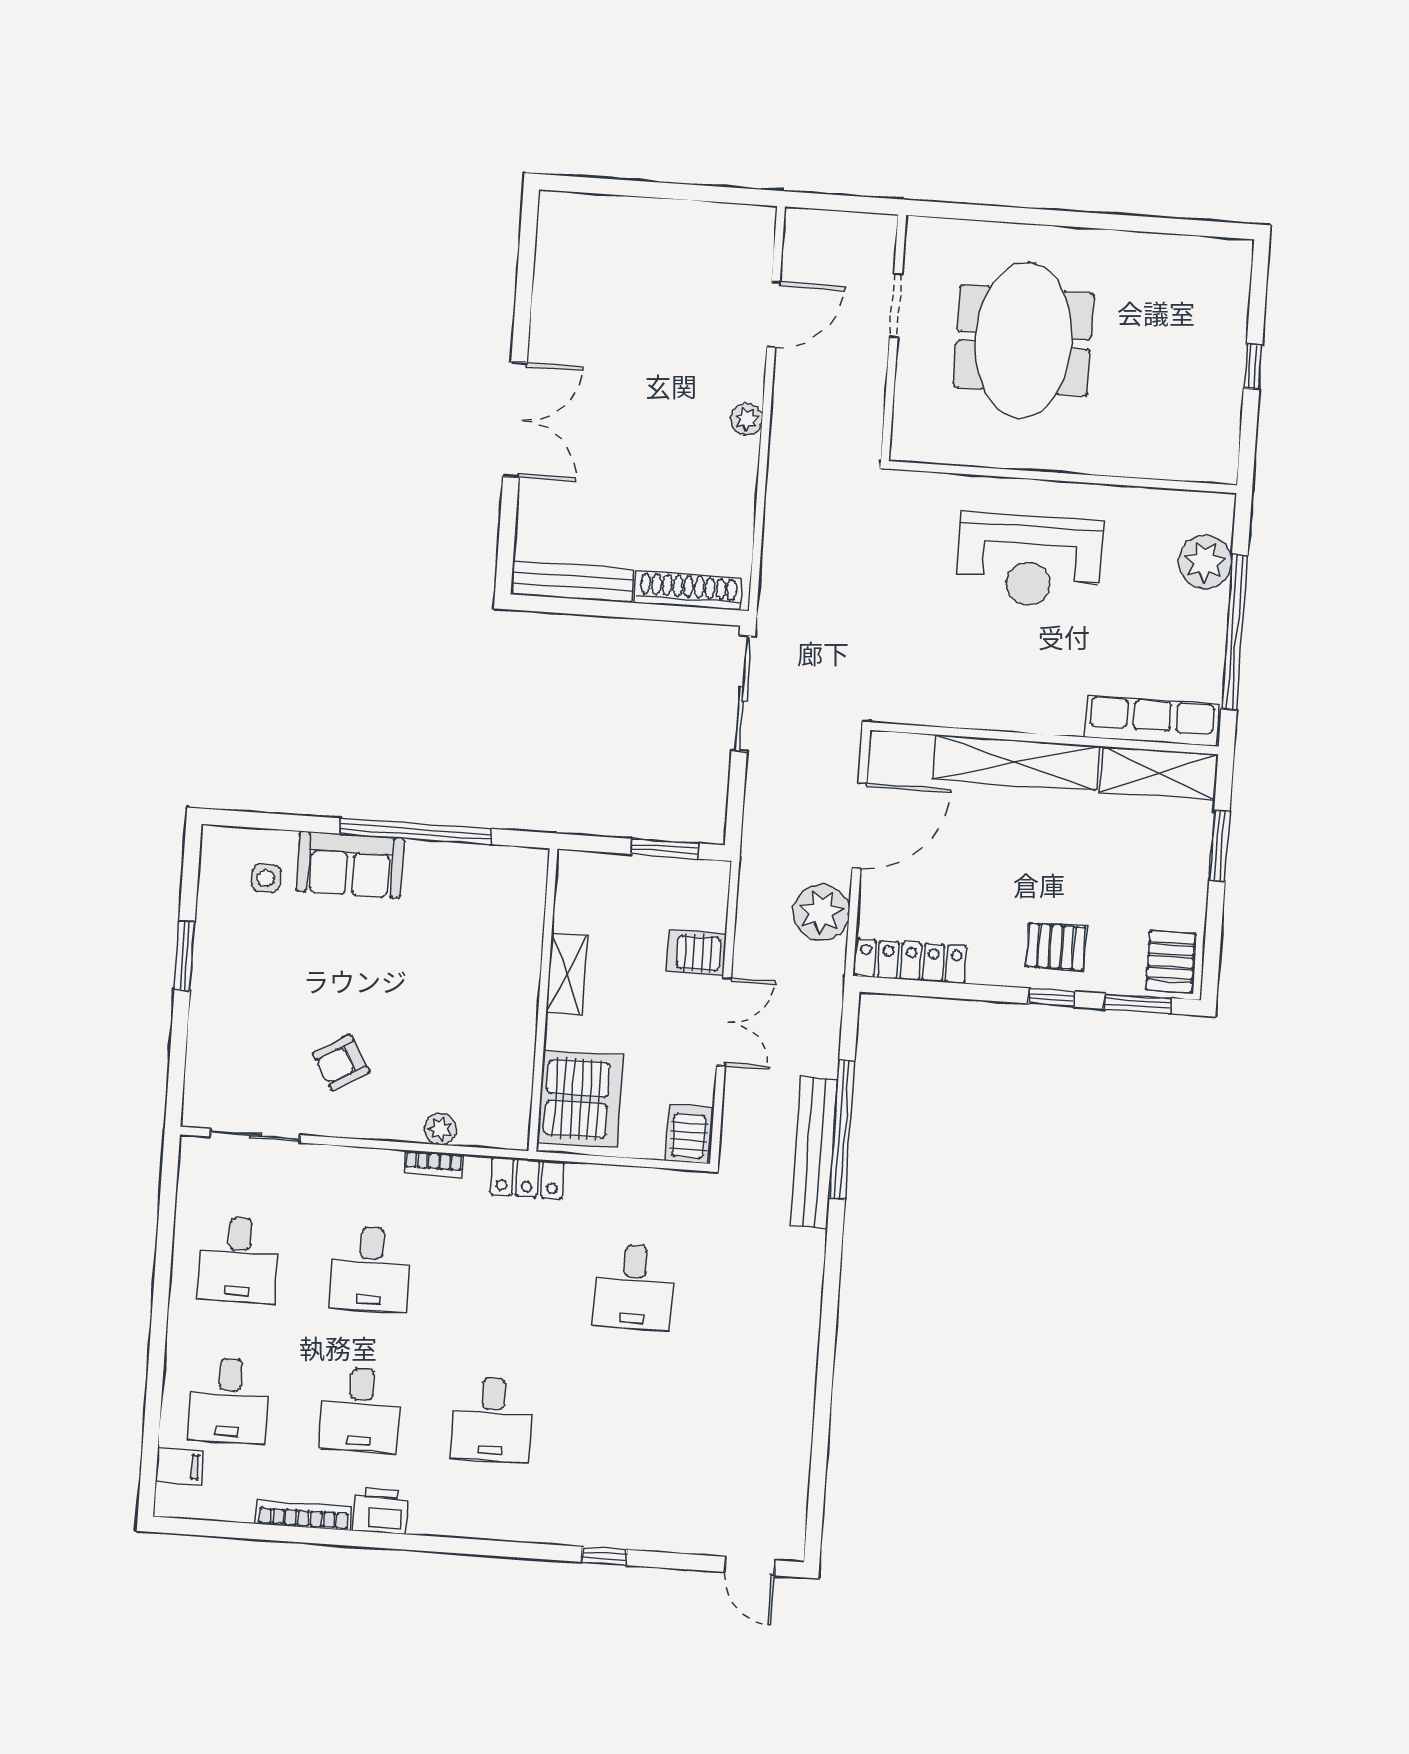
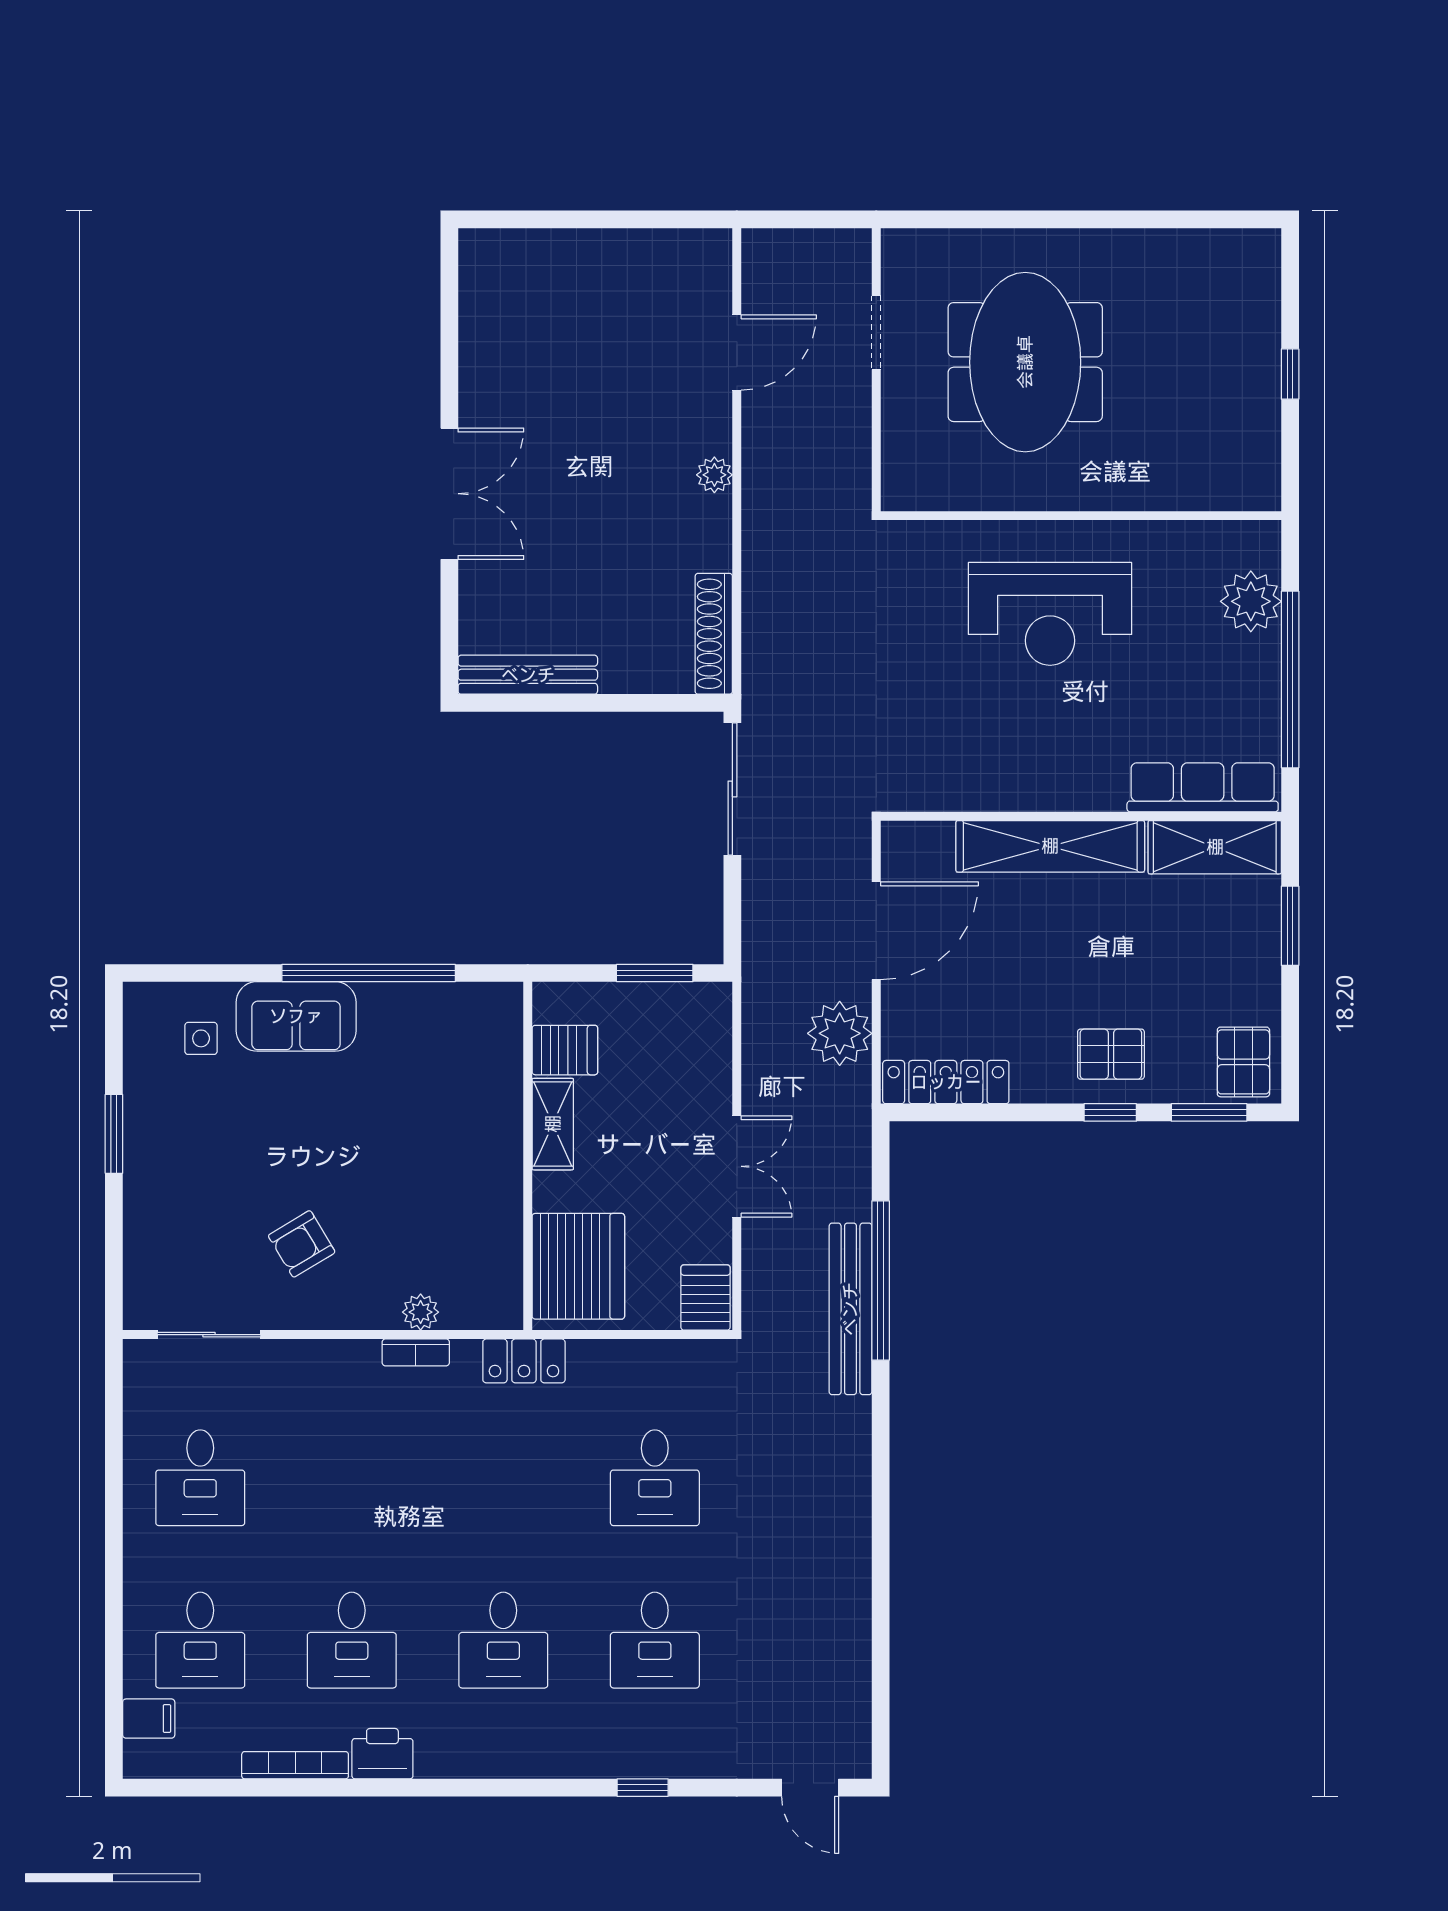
shoe rack: (688, 591) -> (714, 634), moved, turned -90
server rack: (696, 953) -> (565, 1050), moved, turned 180
desk: (370, 1269) -> (655, 1640), moved

